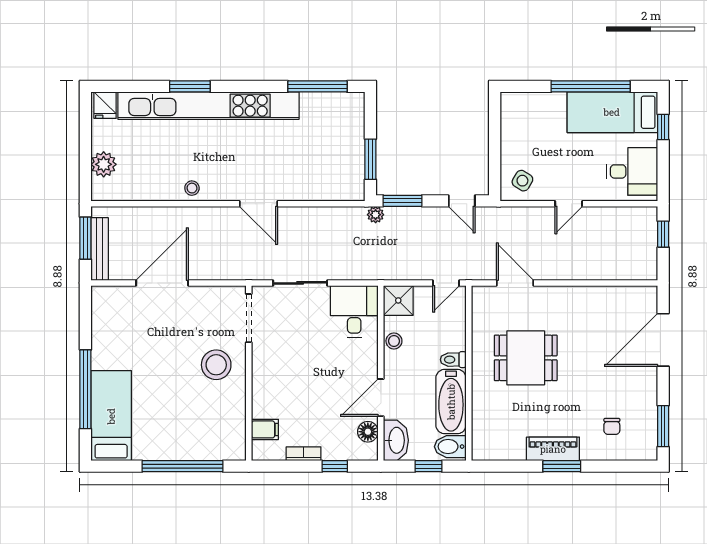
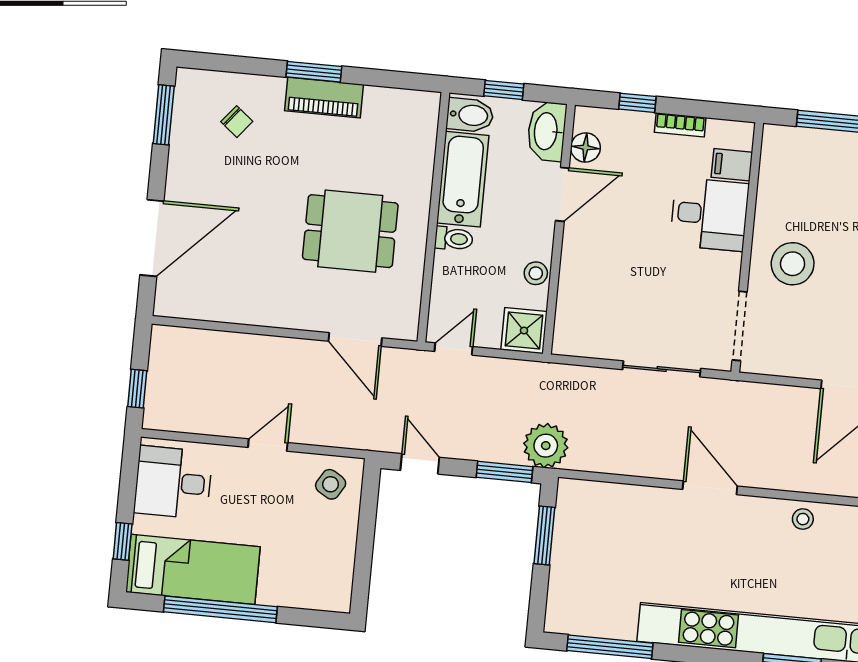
plant: (376, 215) -> (546, 446), width x1.88, depth x1.88
desk: (354, 311) -> (709, 214), moved, turned -90
chair: (612, 426) -> (237, 122), turned 129

